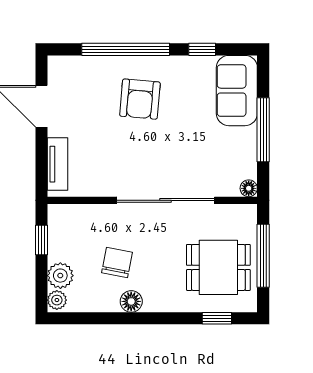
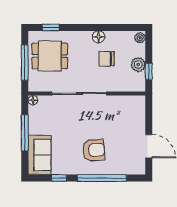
armchair: (140, 99) -> (94, 150), turned 81
tv unit: (57, 164) -> (140, 114), removed
chair: (117, 262) -> (107, 59), turned 79
plant: (60, 276) -> (138, 65), moved

